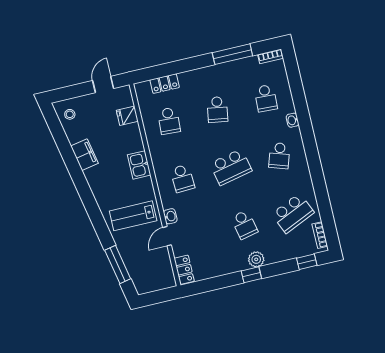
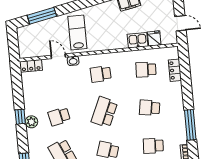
kitchen sink: (139, 165) -> (138, 40), moved
school desk: (231, 167) -> (104, 112), turned 36

